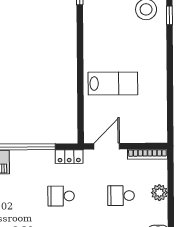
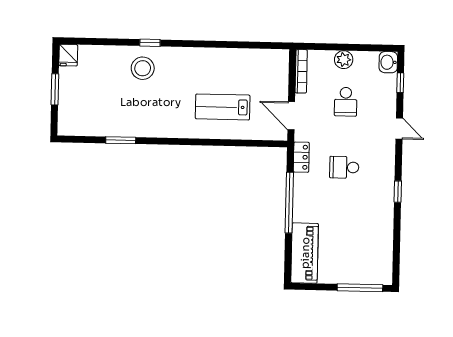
lab bench: (113, 83) -> (223, 107), turned -90
school desk: (61, 196) -> (344, 167), turned 90

